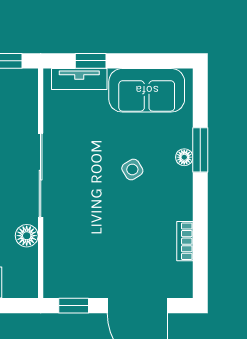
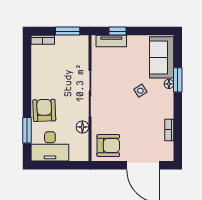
sofa: (147, 90) -> (162, 57), moved, turned 90
armchair: (74, 269) -> (108, 146), added
window: (74, 306) -> (108, 165), removed

